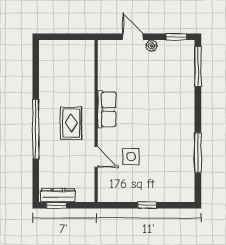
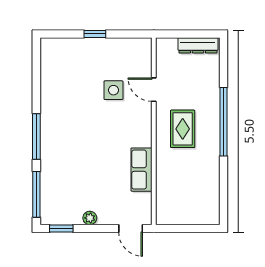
door: (133, 37) -> (131, 228), moved
row of seats: (107, 109) -> (142, 170), moved
window: (198, 153) -> (36, 137), moved
window: (56, 205) -> (200, 34), removed

